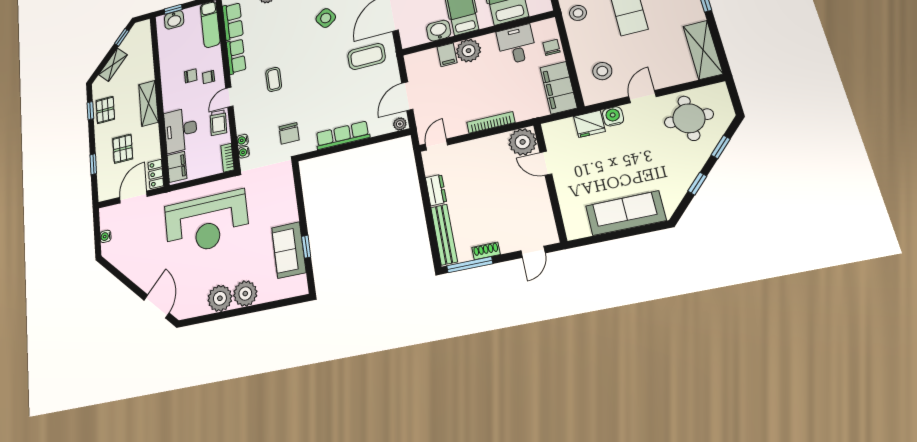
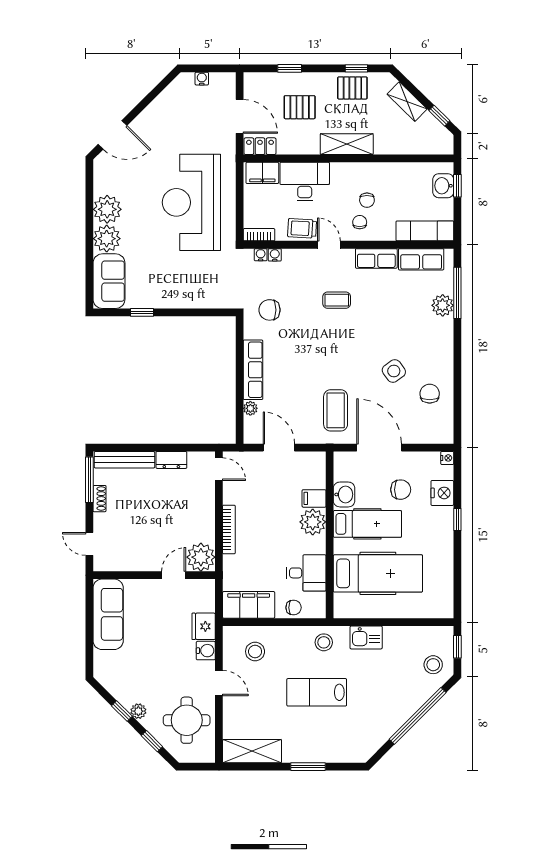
plant: (400, 124) -> (250, 408), moved
plant: (693, 167) -> (138, 711), added
sofa: (626, 213) -> (108, 614), moved
sofa: (289, 250) -> (109, 281), moved, turned 90

